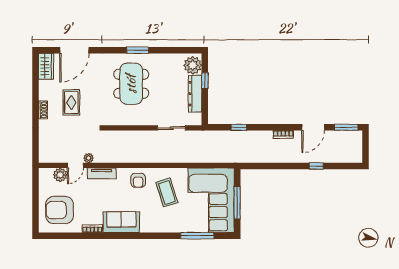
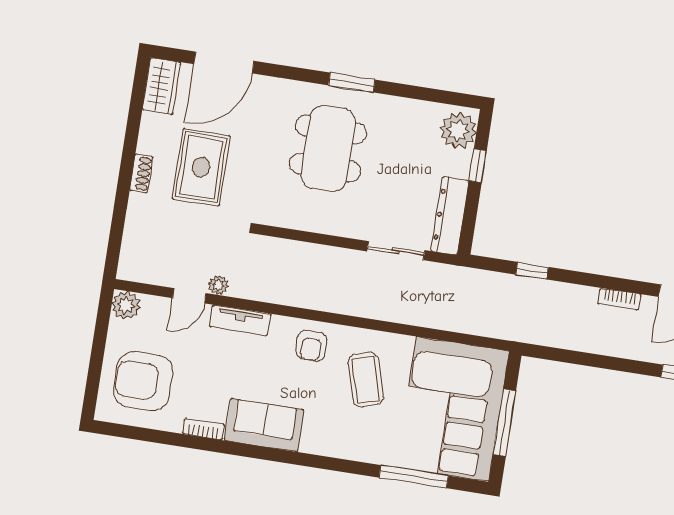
dresser: (195, 94) -> (450, 216), moved
rug: (71, 102) -> (201, 167), width x1.36, depth x1.43
plant: (60, 175) -> (126, 305), moved

